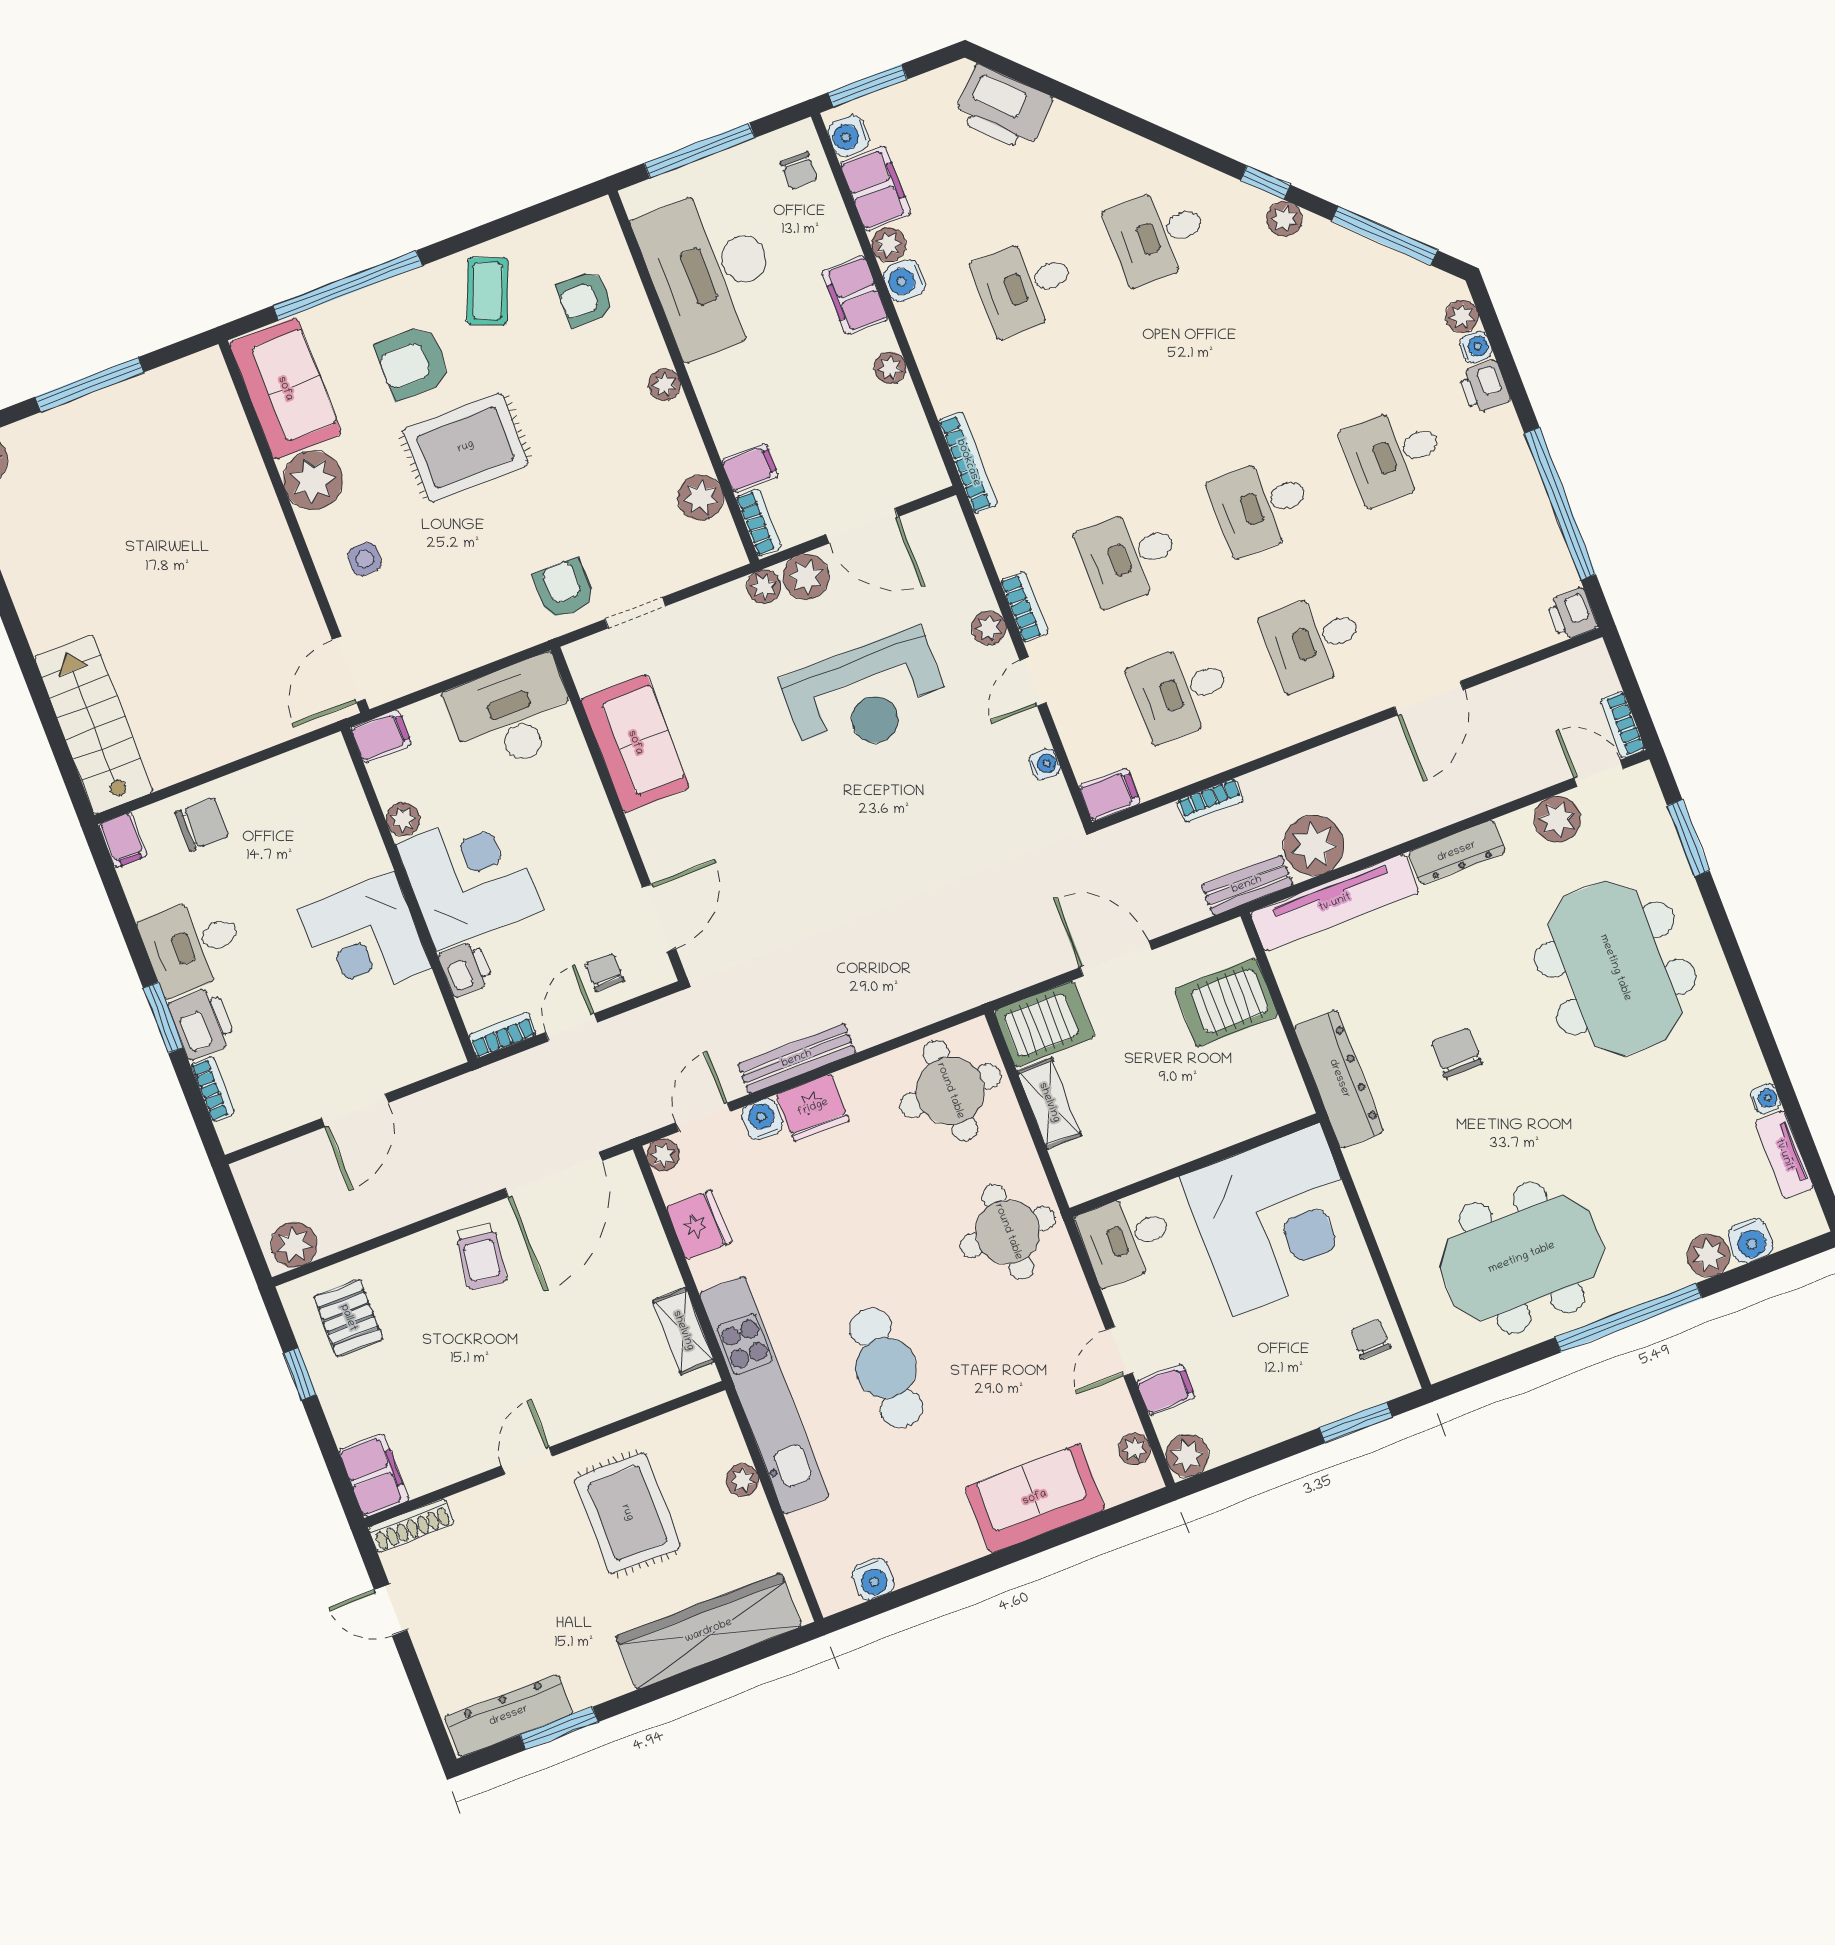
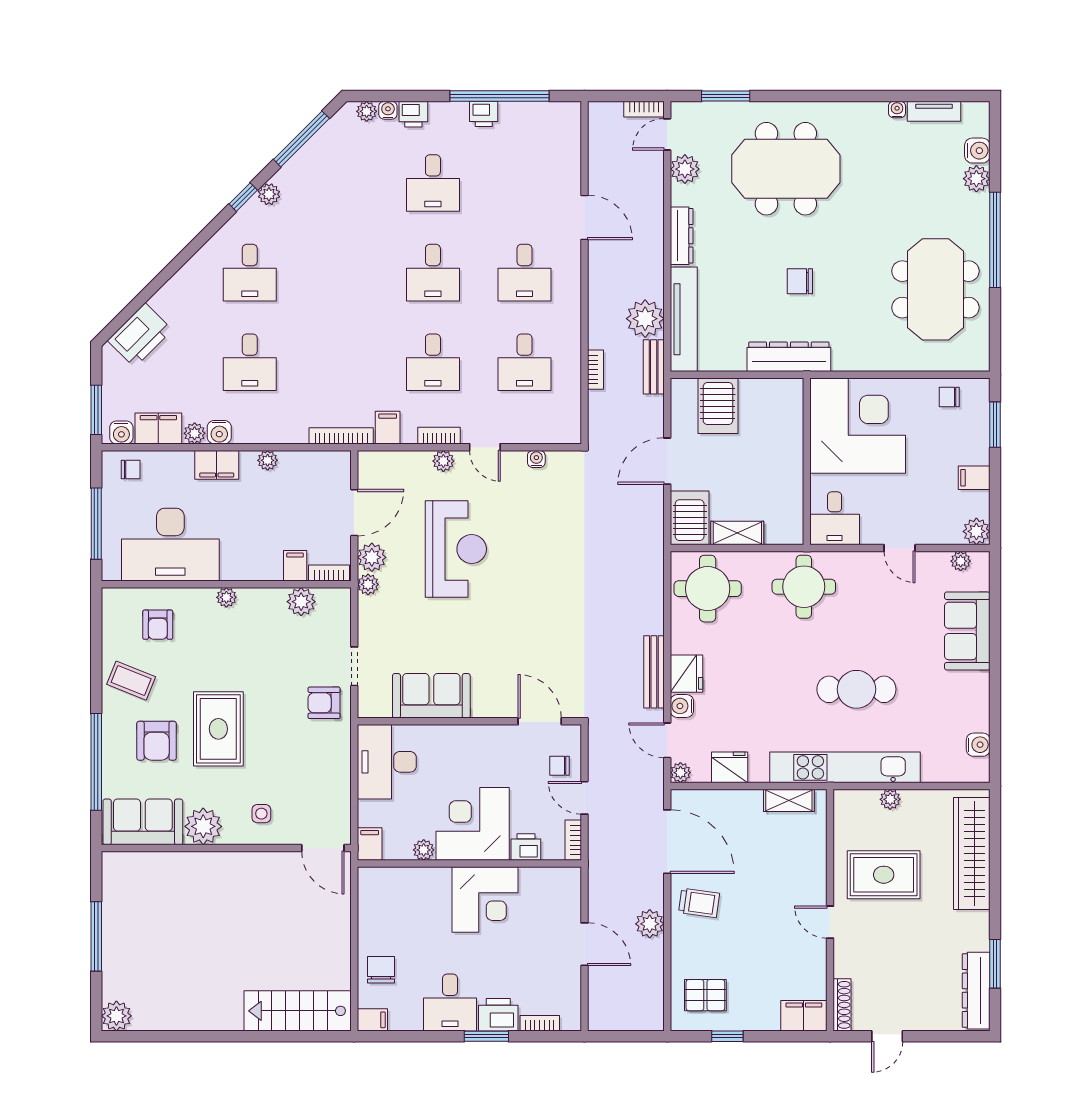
printer: (1572, 614) -> (484, 114), moved
filing cabinet: (1110, 795) -> (388, 428), moved
plant: (294, 1245) -> (650, 924), moved
filing cabinet: (1166, 1390) -> (974, 478), moved, turned -90

